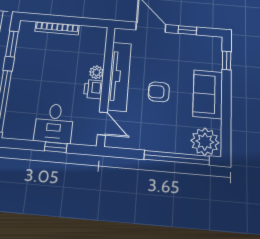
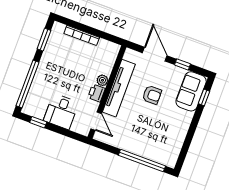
armchair: (159, 92) -> (152, 95), moved, turned 180
sofa: (208, 94) -> (191, 91), moved
plant: (205, 142) -> (166, 155), removed
window: (56, 147) -> (38, 122), moved

